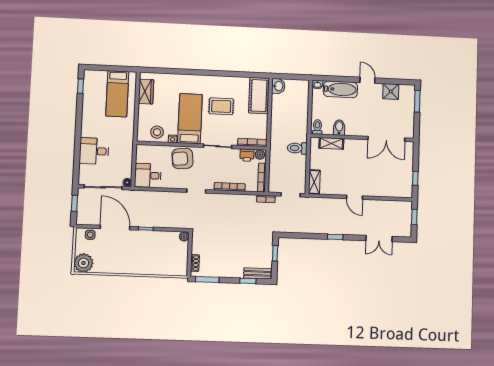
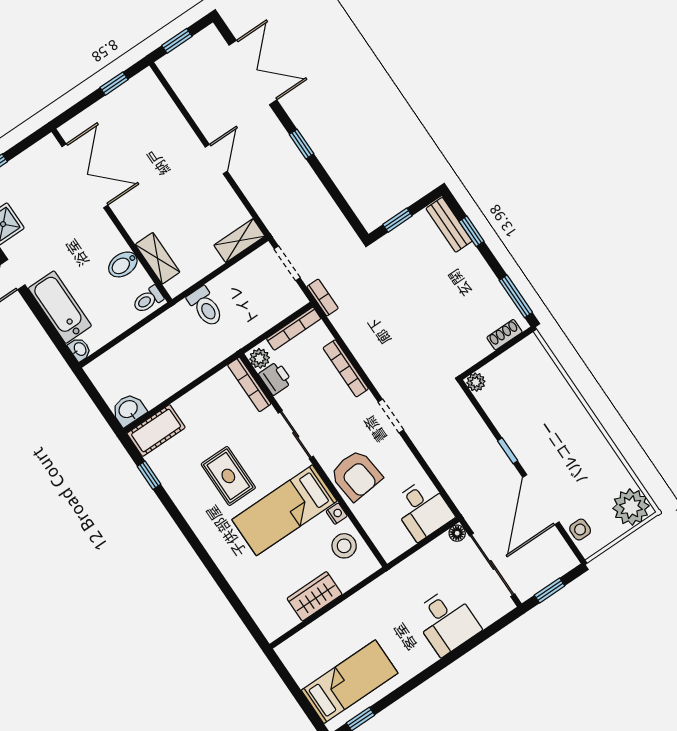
window: (245, 75) -> (149, 475), added
wardrobe: (146, 92) -> (315, 596), moved
bed: (117, 94) -> (350, 682), moved
cot: (259, 96) -> (156, 430), width x0.73, depth x0.75
double door: (379, 238) -> (253, 73), width x1.37

